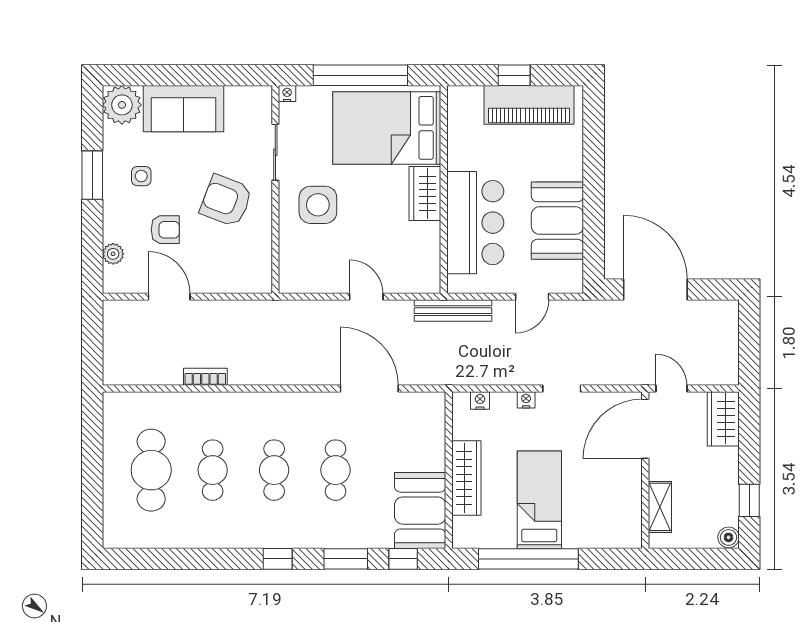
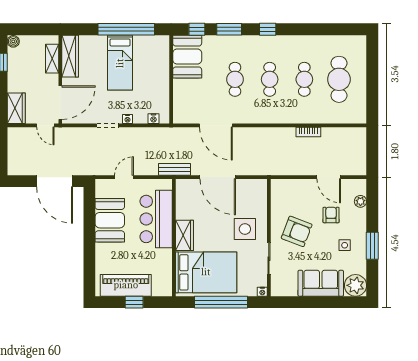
armchair: (165, 230) -> (331, 215), turned 90
door: (366, 297) -> (218, 177), width x1.87
bench: (453, 311) -> (174, 169), width x0.73
wardrobe: (466, 478) -> (70, 56), moved, turned 180

